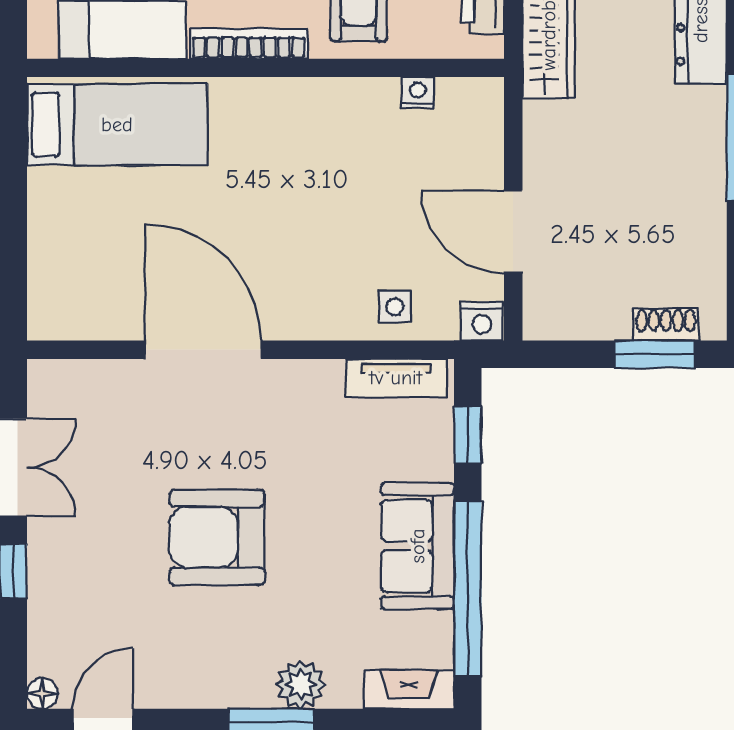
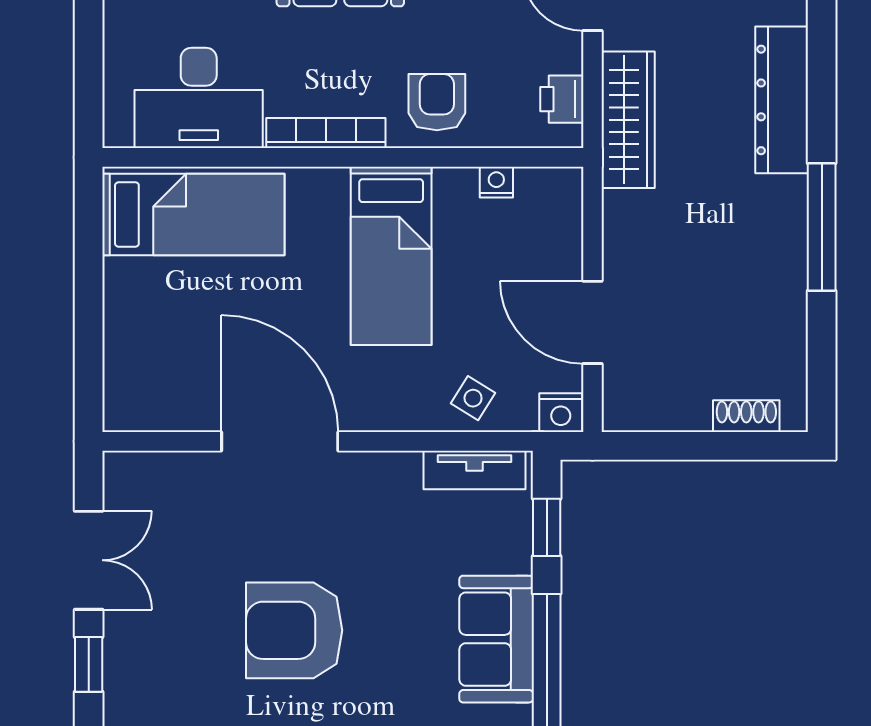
bed: (313, 166) -> (391, 256), added
side table: (395, 307) -> (473, 398), turned 32
window: (655, 354) -> (735, 446), removed

